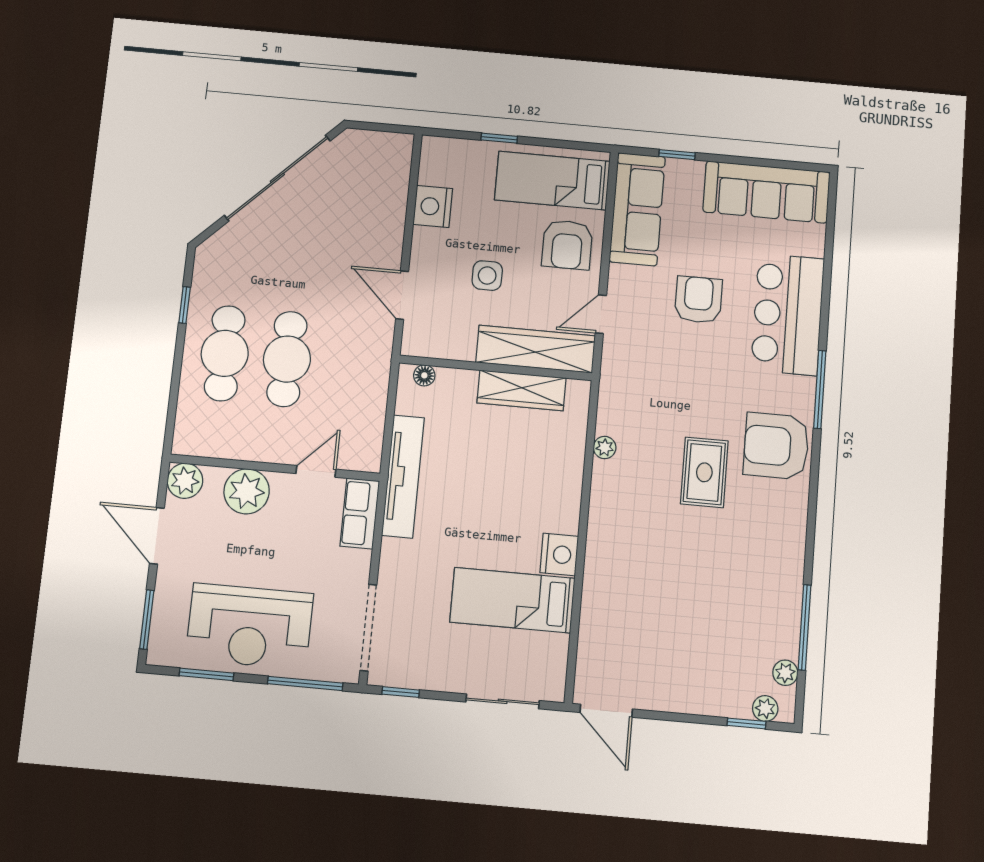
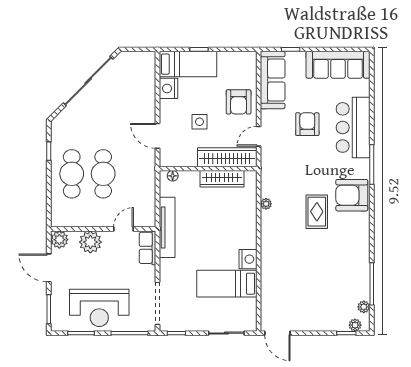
bed: (552, 181) -> (188, 64), moved, turned 180

